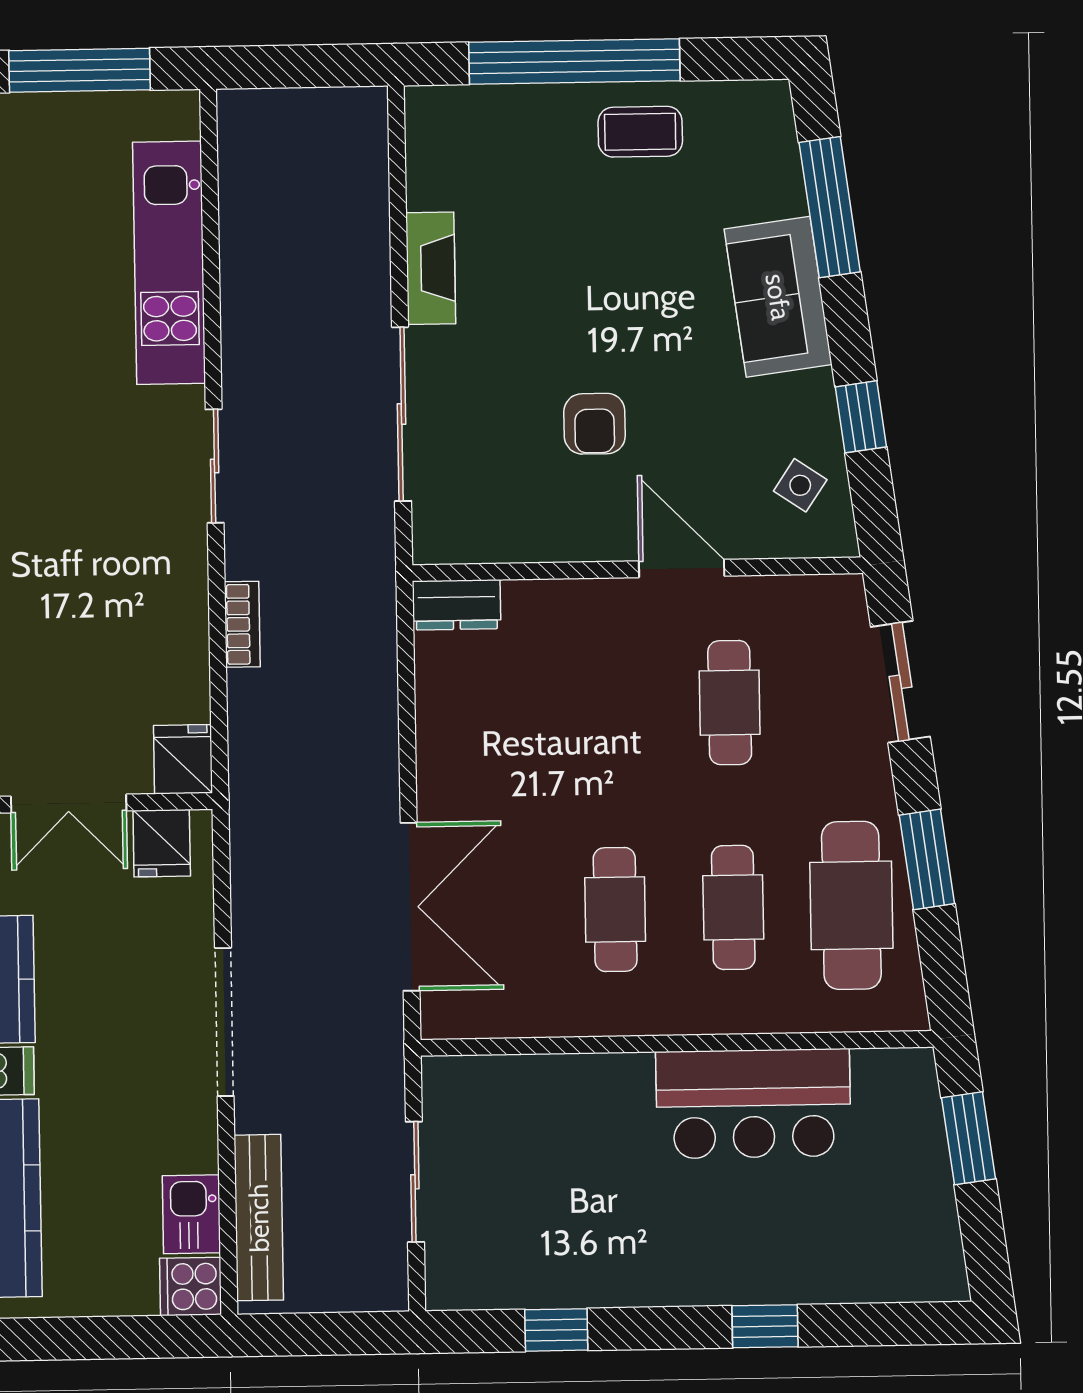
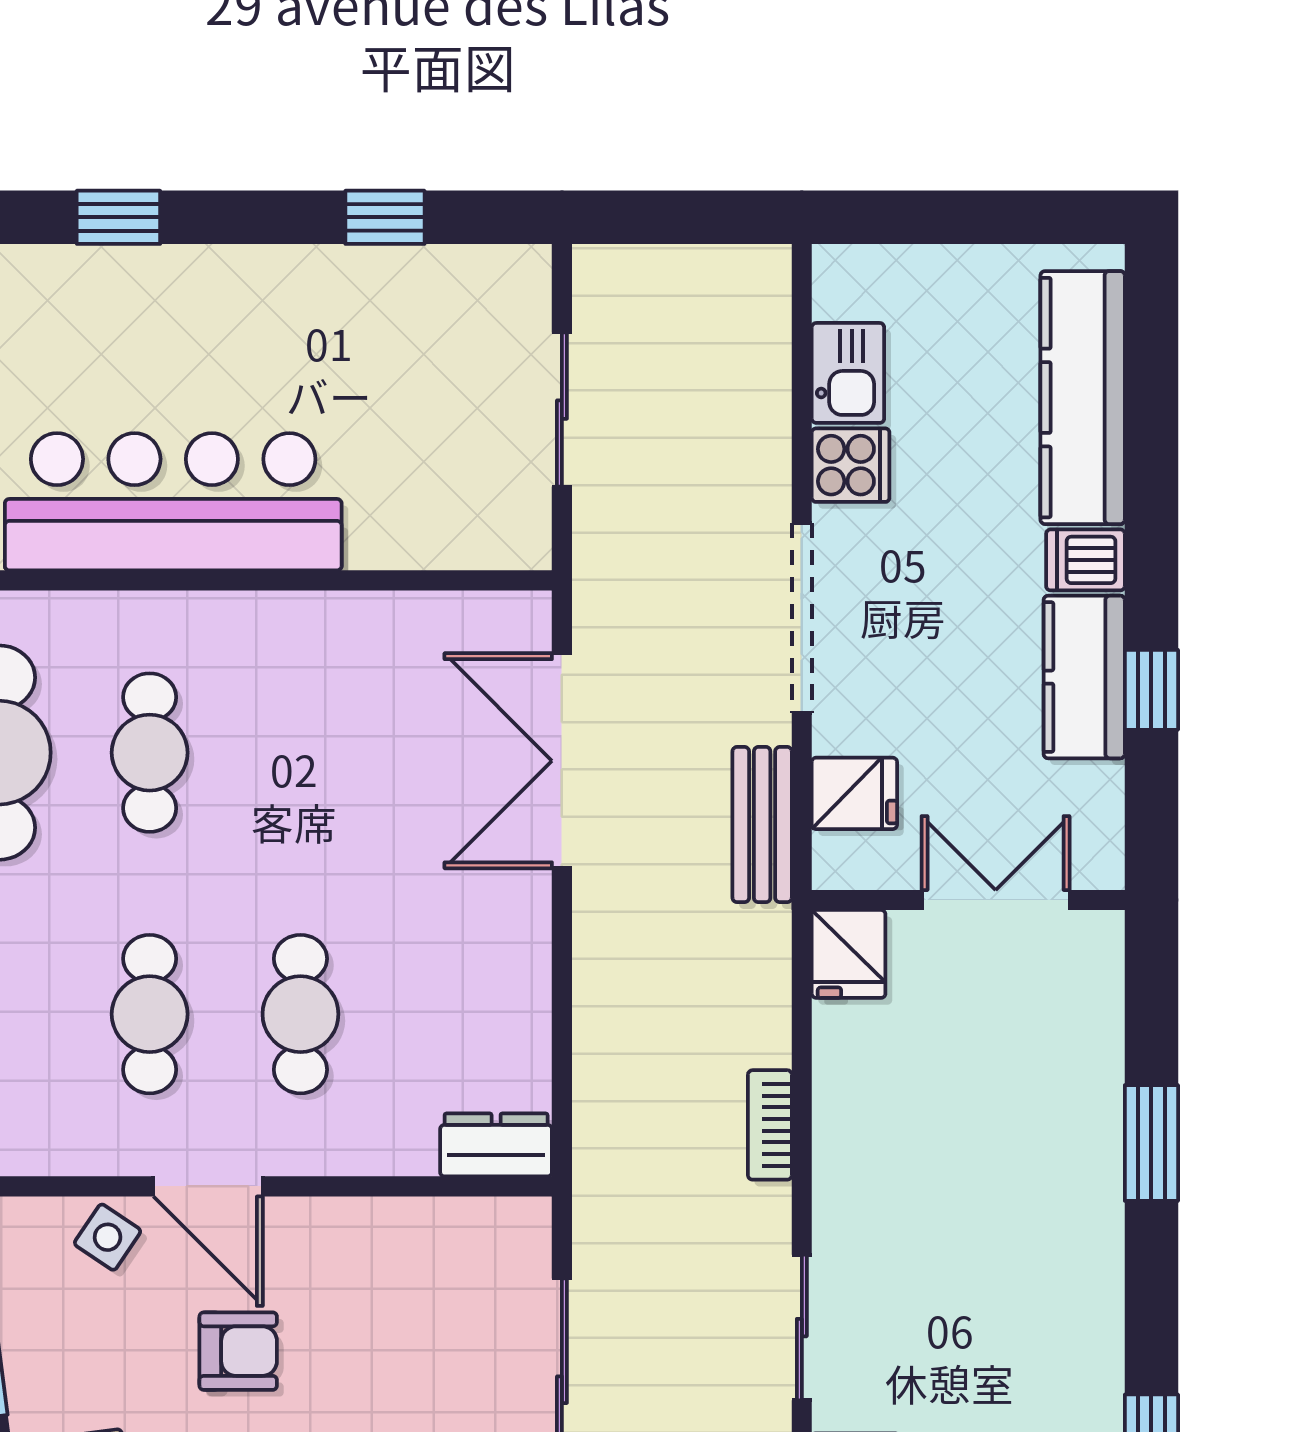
armchair: (595, 424) -> (238, 1351), moved, turned 90
side table: (800, 485) -> (108, 1237), moved
fridge: (162, 843) -> (854, 793), moved, turned 90
cafe table: (615, 909) -> (300, 1014), moved
bar counter: (753, 1104) -> (173, 502), width x1.36
bench: (259, 1218) -> (762, 825), moved, width x0.73
cooker: (191, 1287) -> (851, 465), moved

